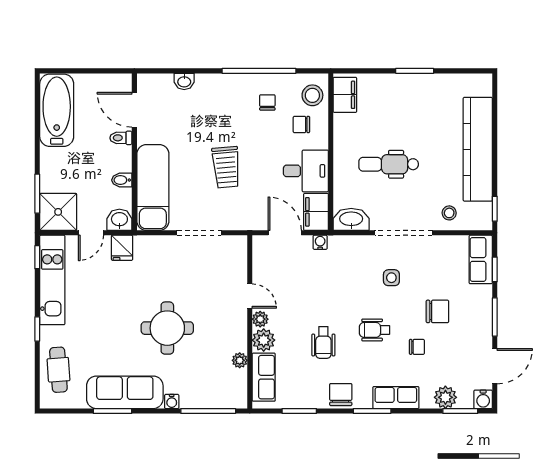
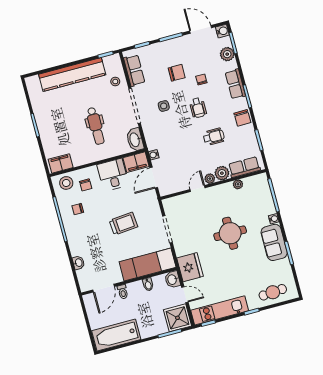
fridge: (122, 248) -> (190, 267), width x1.88, depth x1.34
row of seats: (481, 259) -> (134, 70), moved, turned -90
chair: (437, 311) -> (177, 73), turned 90
sofa: (125, 392) -> (274, 242), width x0.73
chair: (341, 395) -> (242, 118), turned -91

